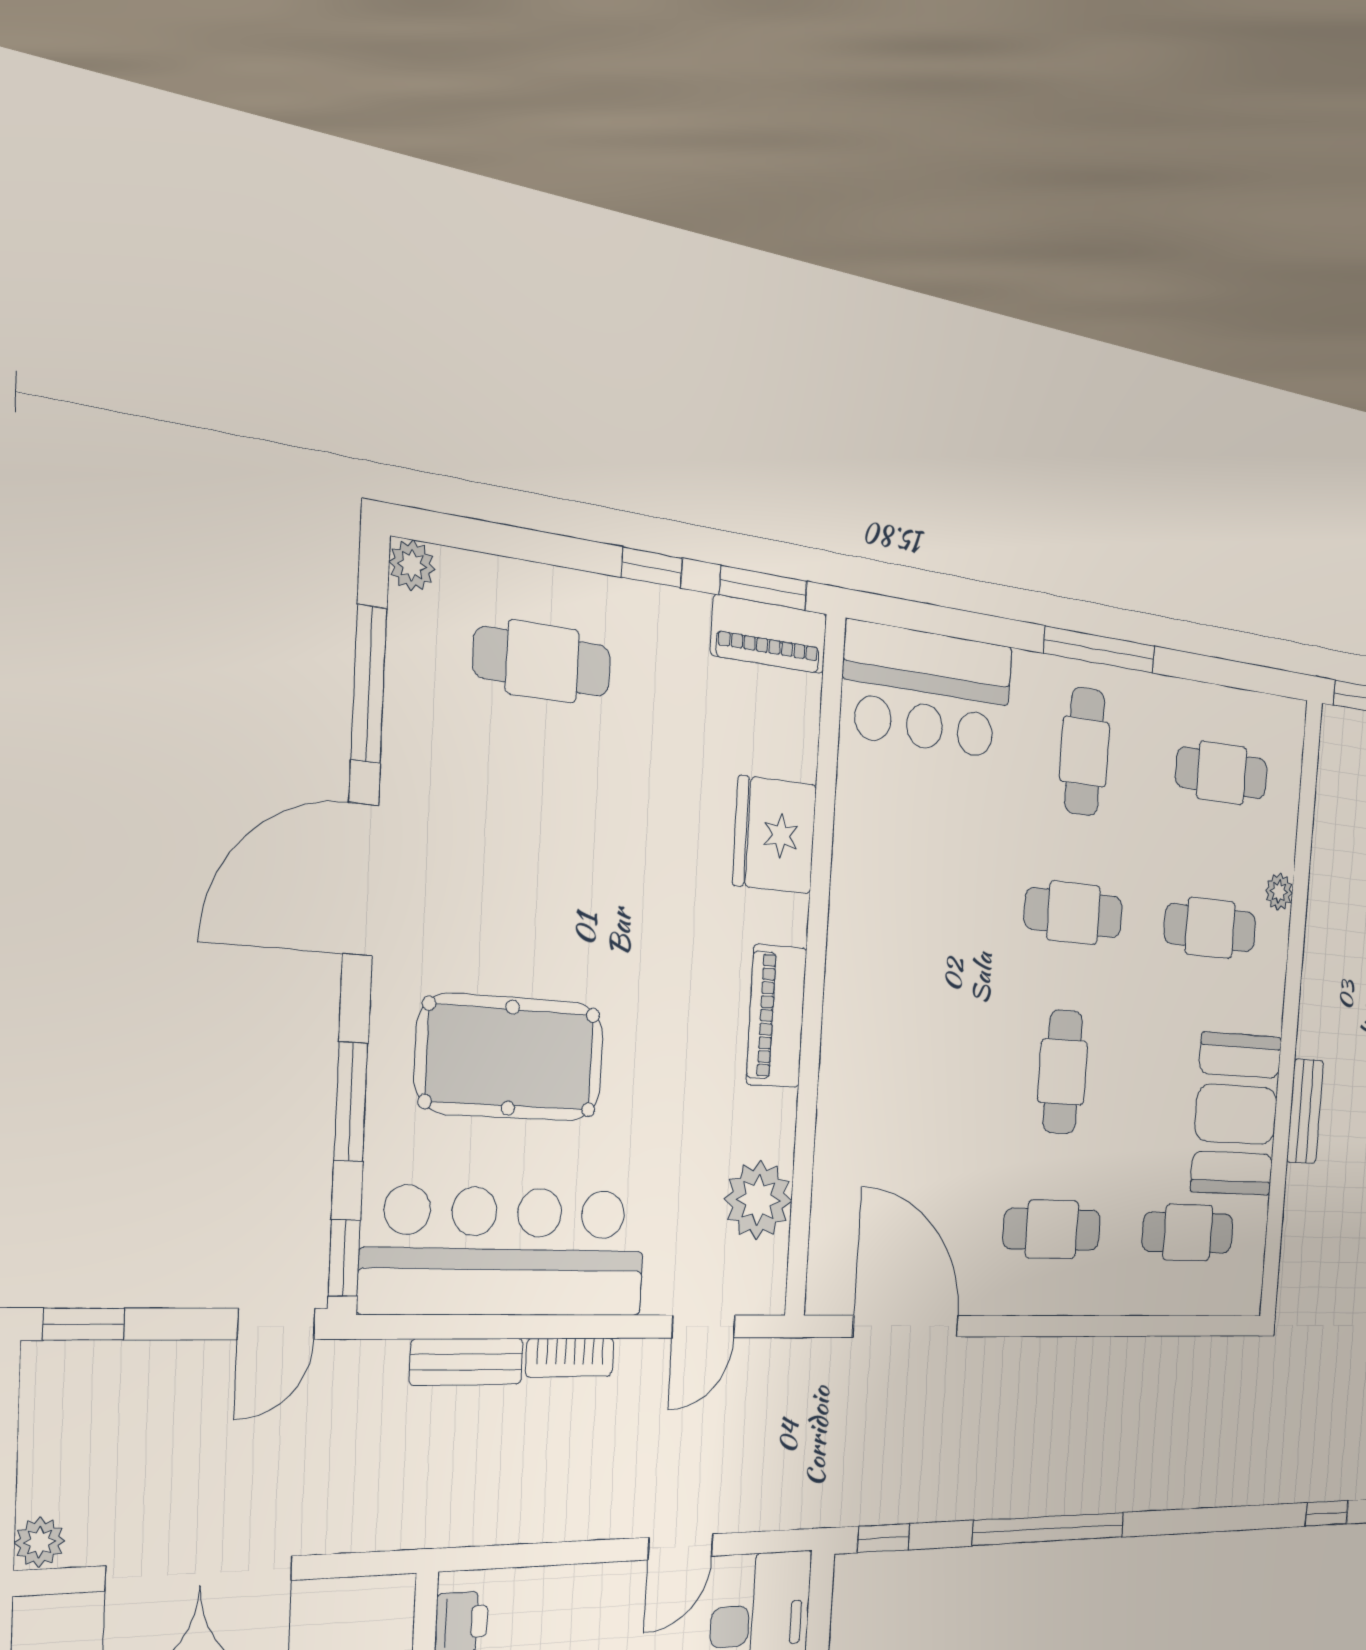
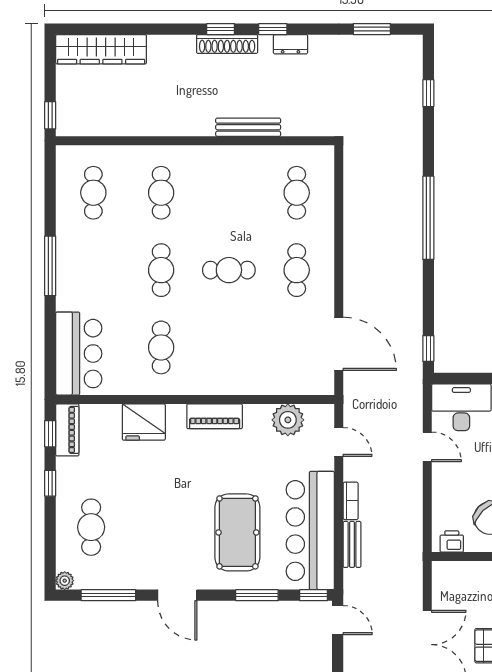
window: (763, 588) -> (50, 434), width x0.67
cafe table: (1085, 752) -> (161, 347), moved, turned 90
door: (360, 880) -> (177, 595), width x0.73
plant: (1279, 892) -> (142, 154), removed
bench: (1305, 1111) -> (248, 127), width x1.36
booth: (1236, 1114) -> (243, 169), removed
door: (906, 1326) -> (339, 344), swing flipped
window: (1049, 1529) -> (428, 218), moved

